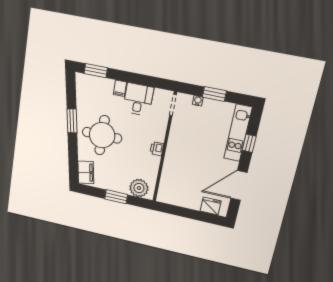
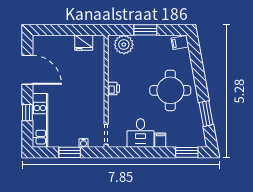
window: (72, 121) -> (206, 114), moved
filing cabinet: (86, 172) -> (180, 42), width x0.50
door: (239, 185) -> (27, 70), hinge flipped
fridge: (211, 206) -> (84, 43), moved

